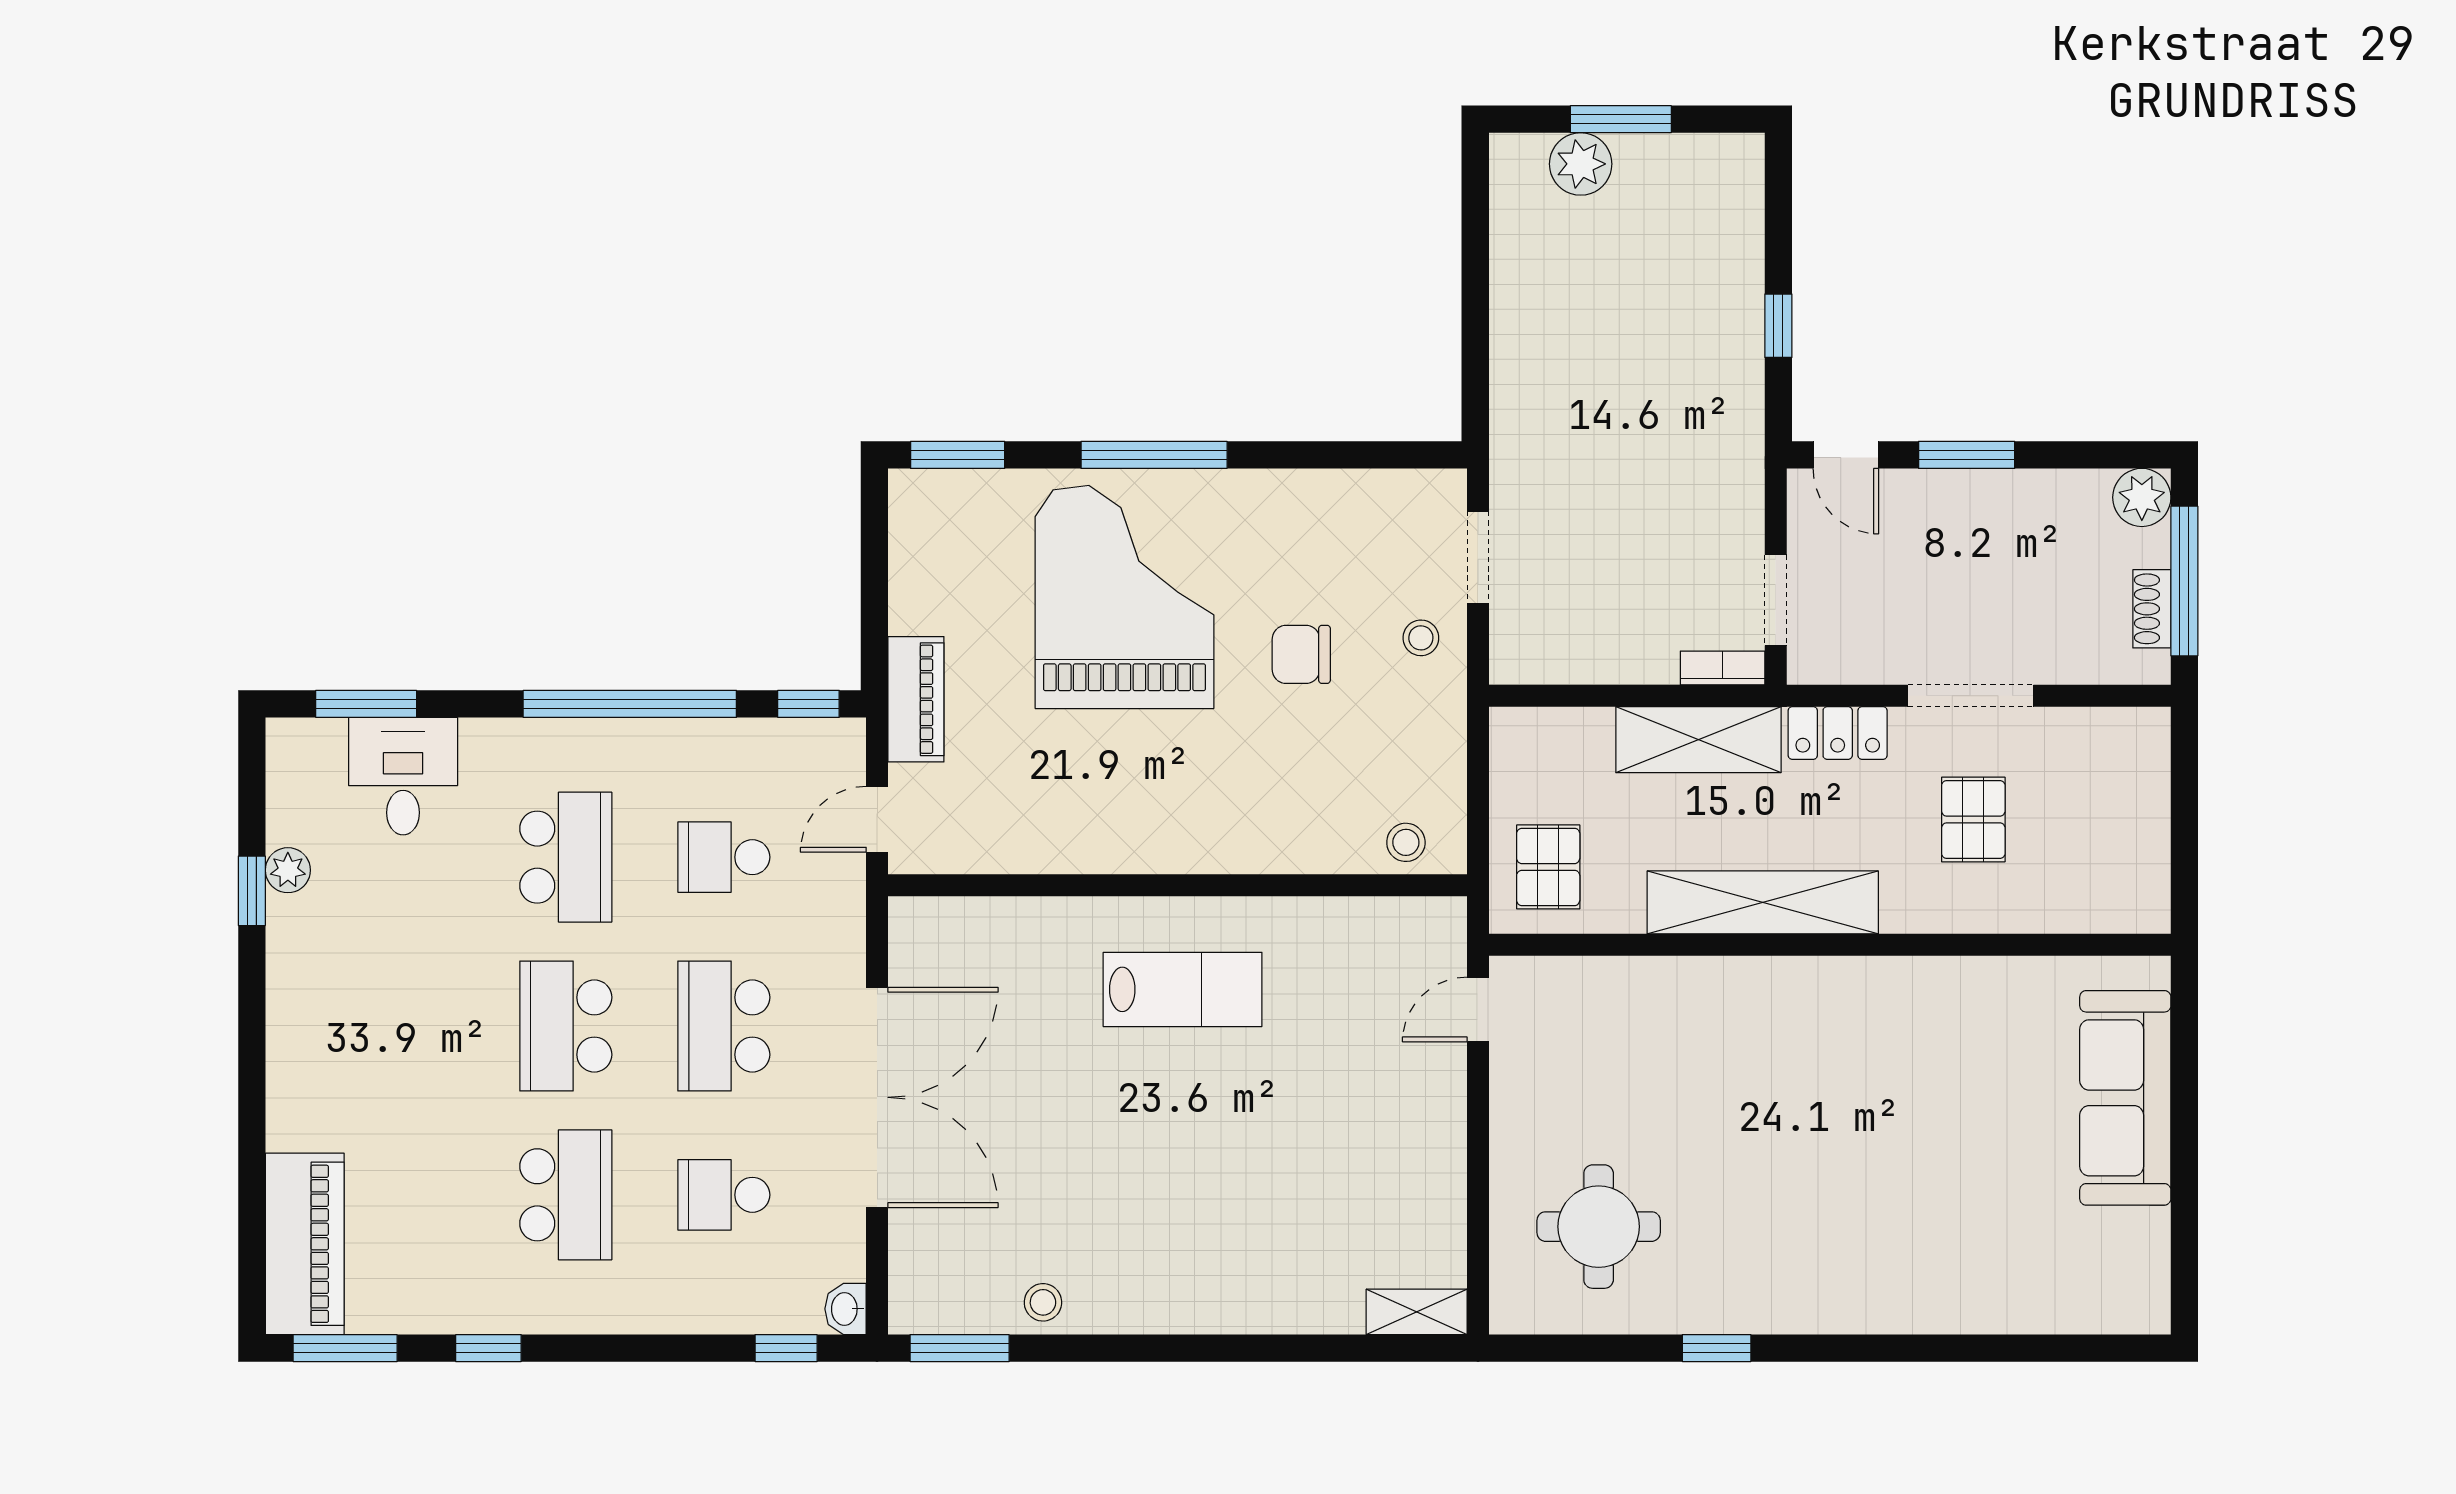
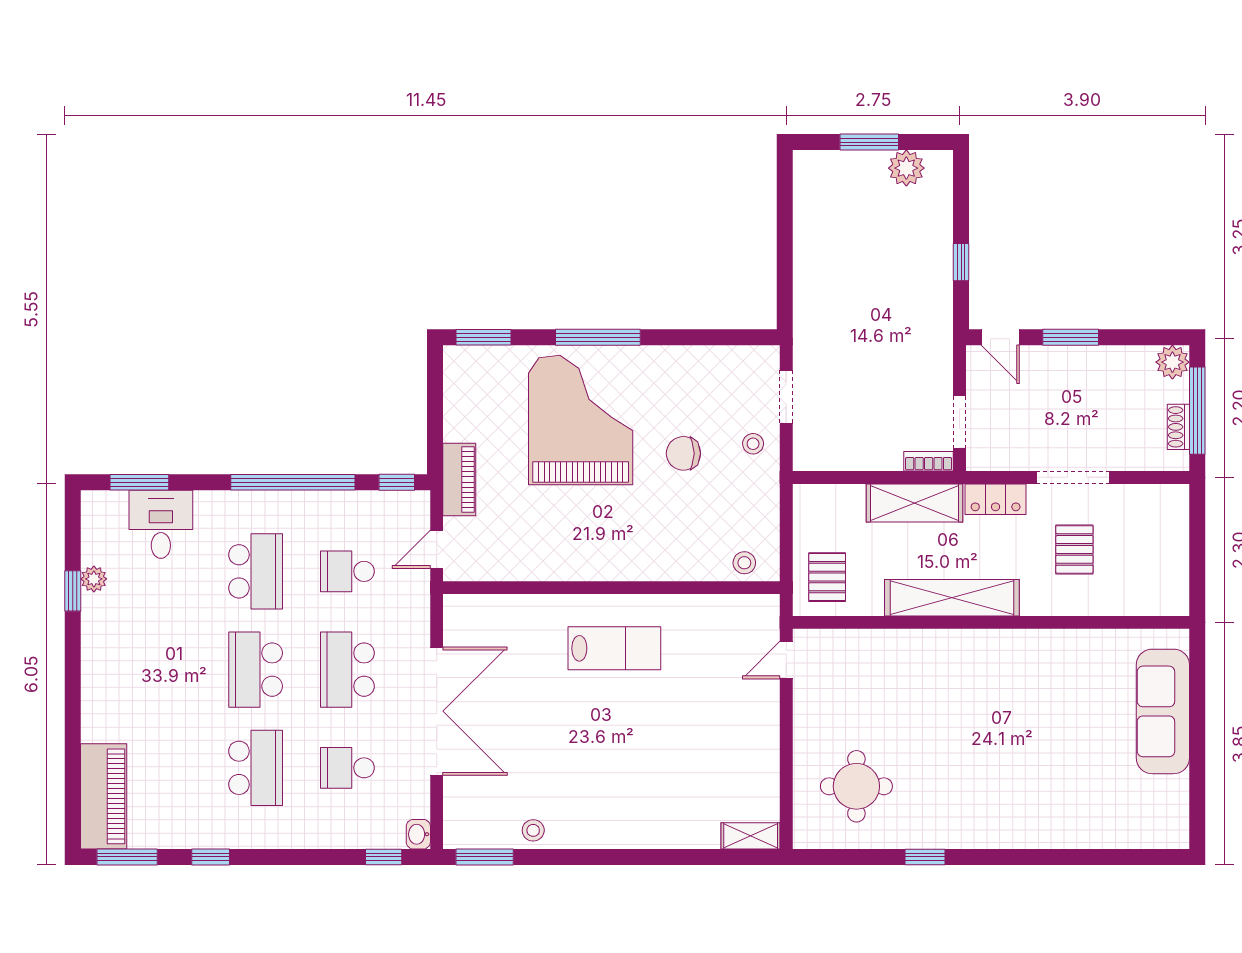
plant: (1581, 164) -> (906, 168), moved

